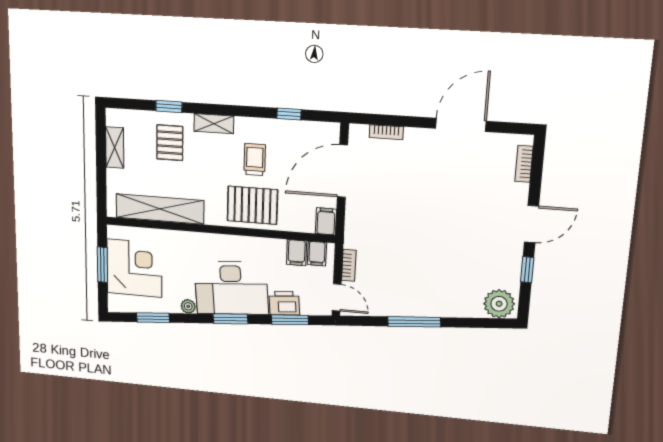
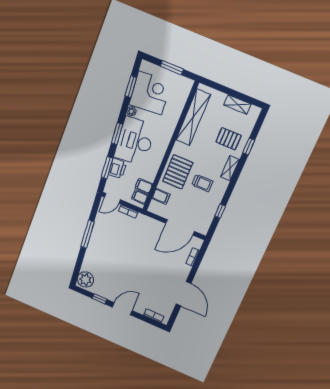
door: (343, 171) -> (180, 227), swing flipped
filing cabinet: (326, 221) -> (161, 196), moved
door: (531, 224) -> (122, 309), swing flipped
corner desk: (134, 268) -> (150, 93), moved, turned -95

